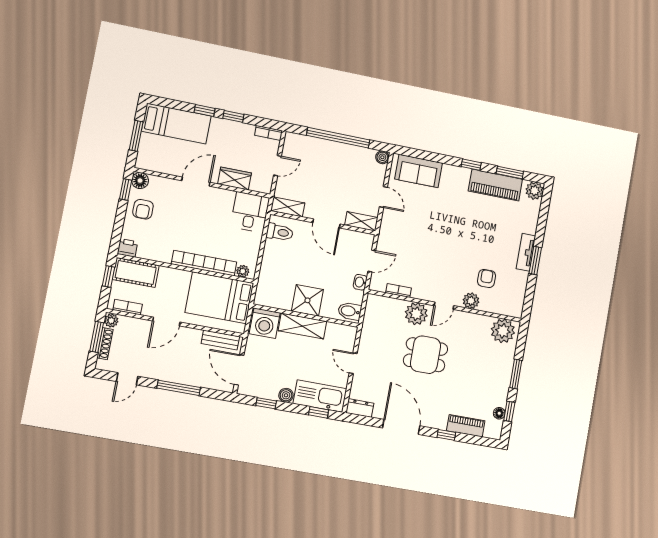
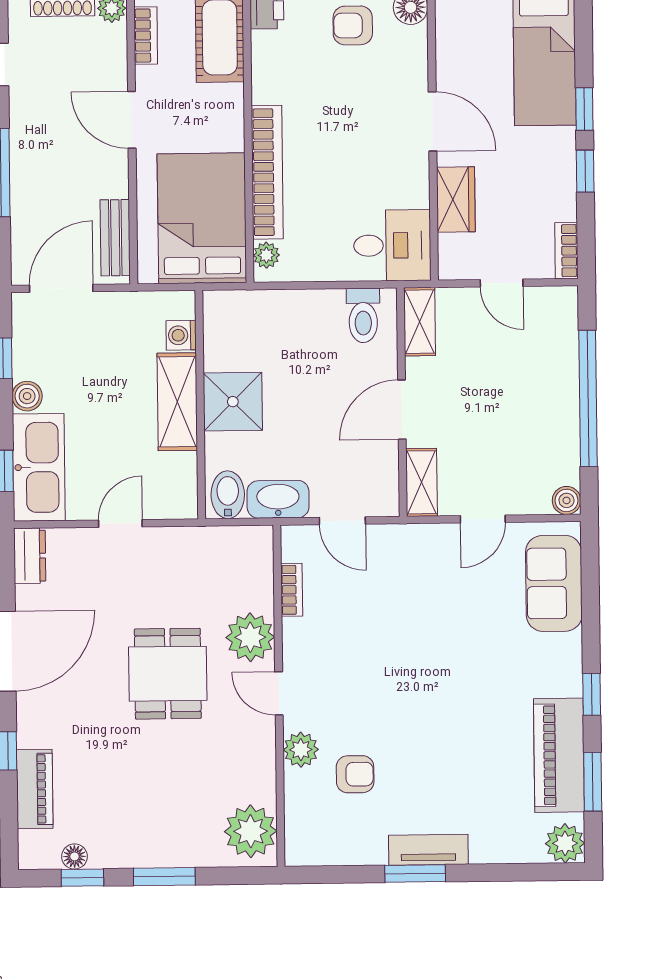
washbasin: (360, 282) -> (278, 499), width x1.91, depth x1.45
washing machine: (265, 323) -> (181, 335), width x0.53, depth x0.53

